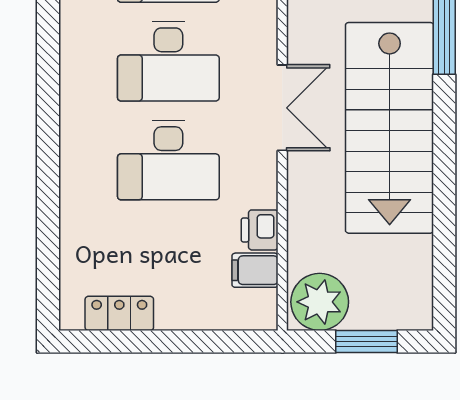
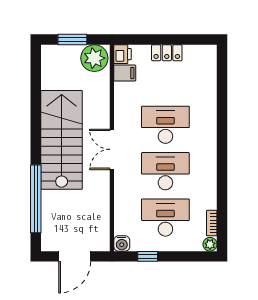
printer: (260, 230) -> (123, 54), moved
locker: (119, 313) -> (167, 53), moved

